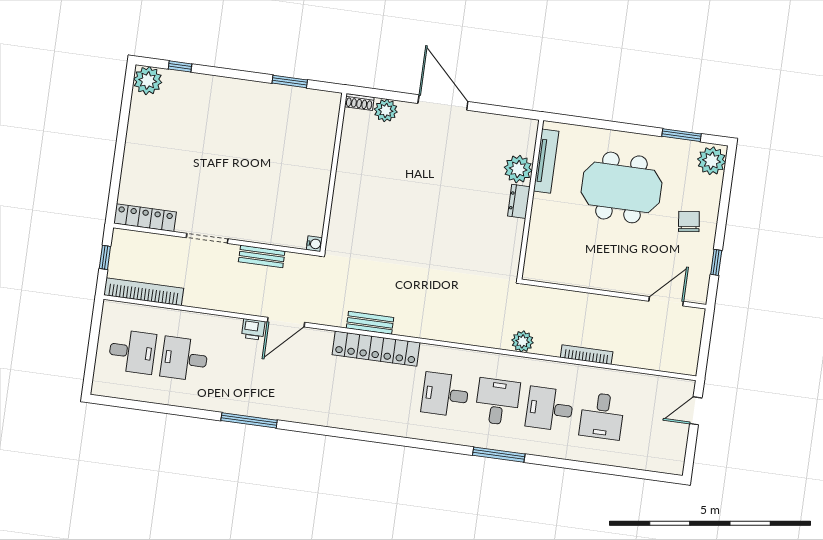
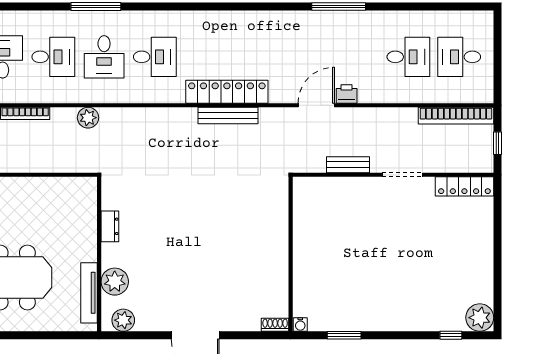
plant: (386, 110) -> (123, 320), moved
dresser: (519, 201) -> (110, 226), moved
water cooler: (314, 244) -> (300, 325), moved, turned -90
bench: (370, 323) -> (228, 115), width x1.36

